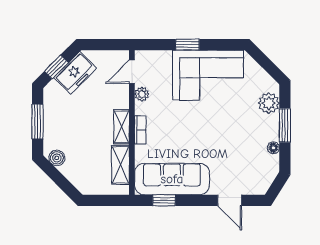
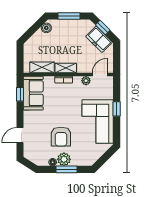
door: (132, 72) -> (100, 74), hinge flipped
plant: (269, 103) -> (64, 159), moved
armchair: (232, 134) -> (61, 137), added
sofa: (172, 179) -> (33, 93), width x0.73

